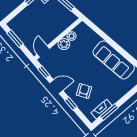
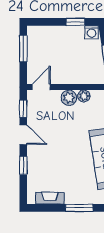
armchair: (84, 91) -> (48, 164), removed
window: (109, 112) -> (79, 208), moved

